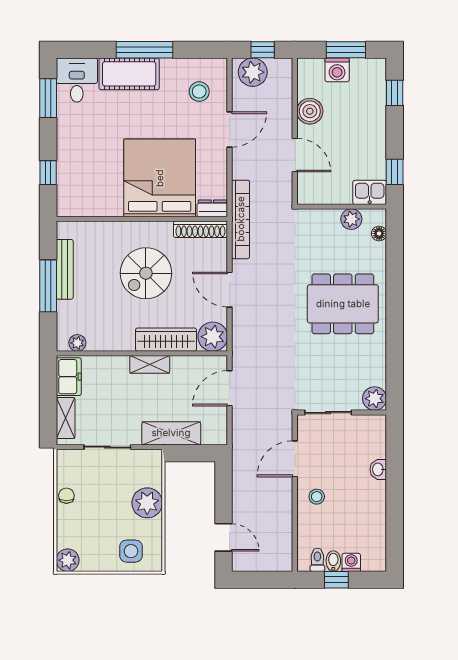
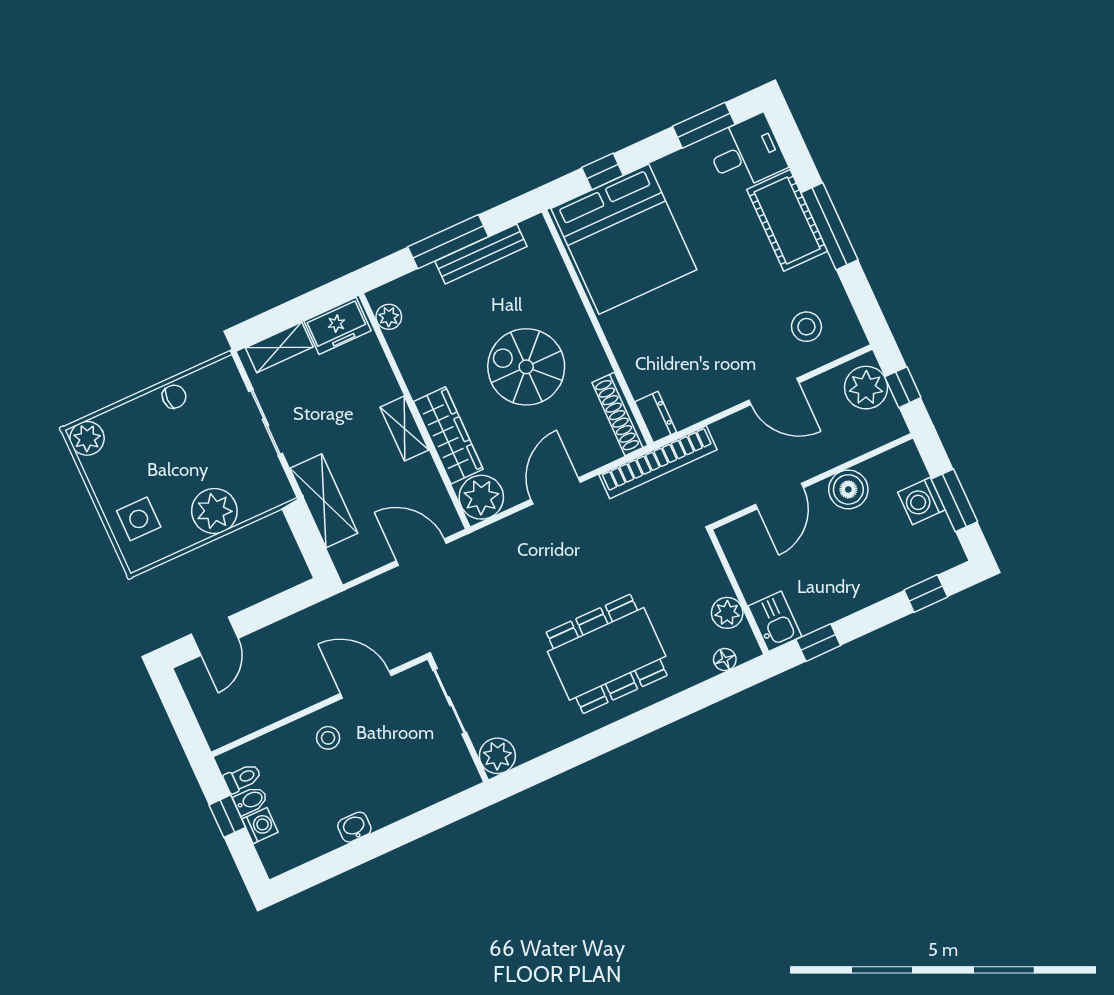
bed: (160, 178) -> (624, 239), moved, turned 90
dining table: (343, 304) -> (607, 654), turned 90
washbasin: (378, 469) -> (354, 827), moved

